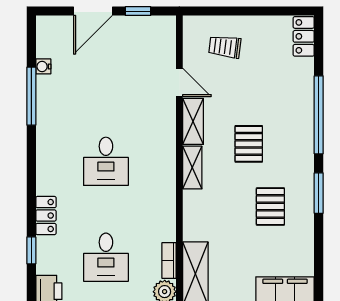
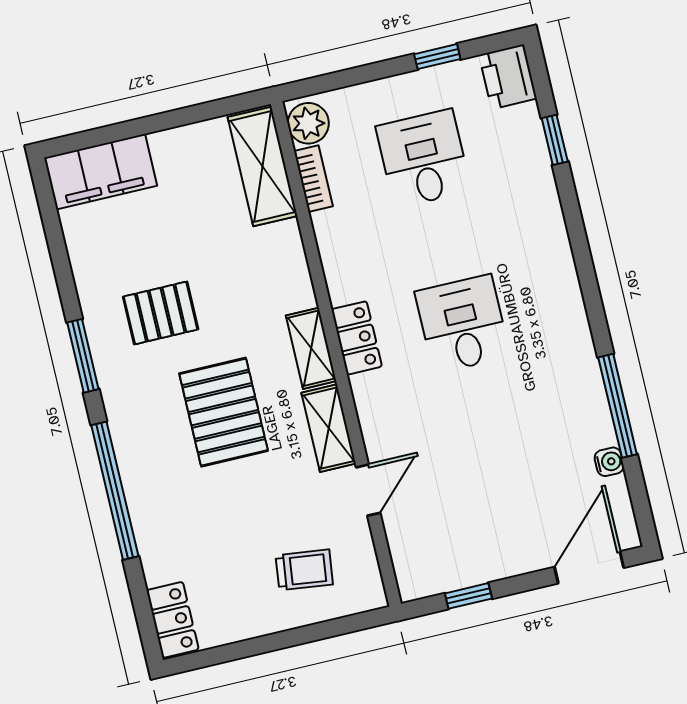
door: (93, 11) -> (589, 567), moved
door: (179, 82) -> (368, 490), swing flipped
pallet: (249, 144) -> (224, 412), width x1.50, depth x1.42
pallet: (270, 207) -> (161, 313), turned 90
locker: (46, 216) -> (357, 338), moved, turned 180

